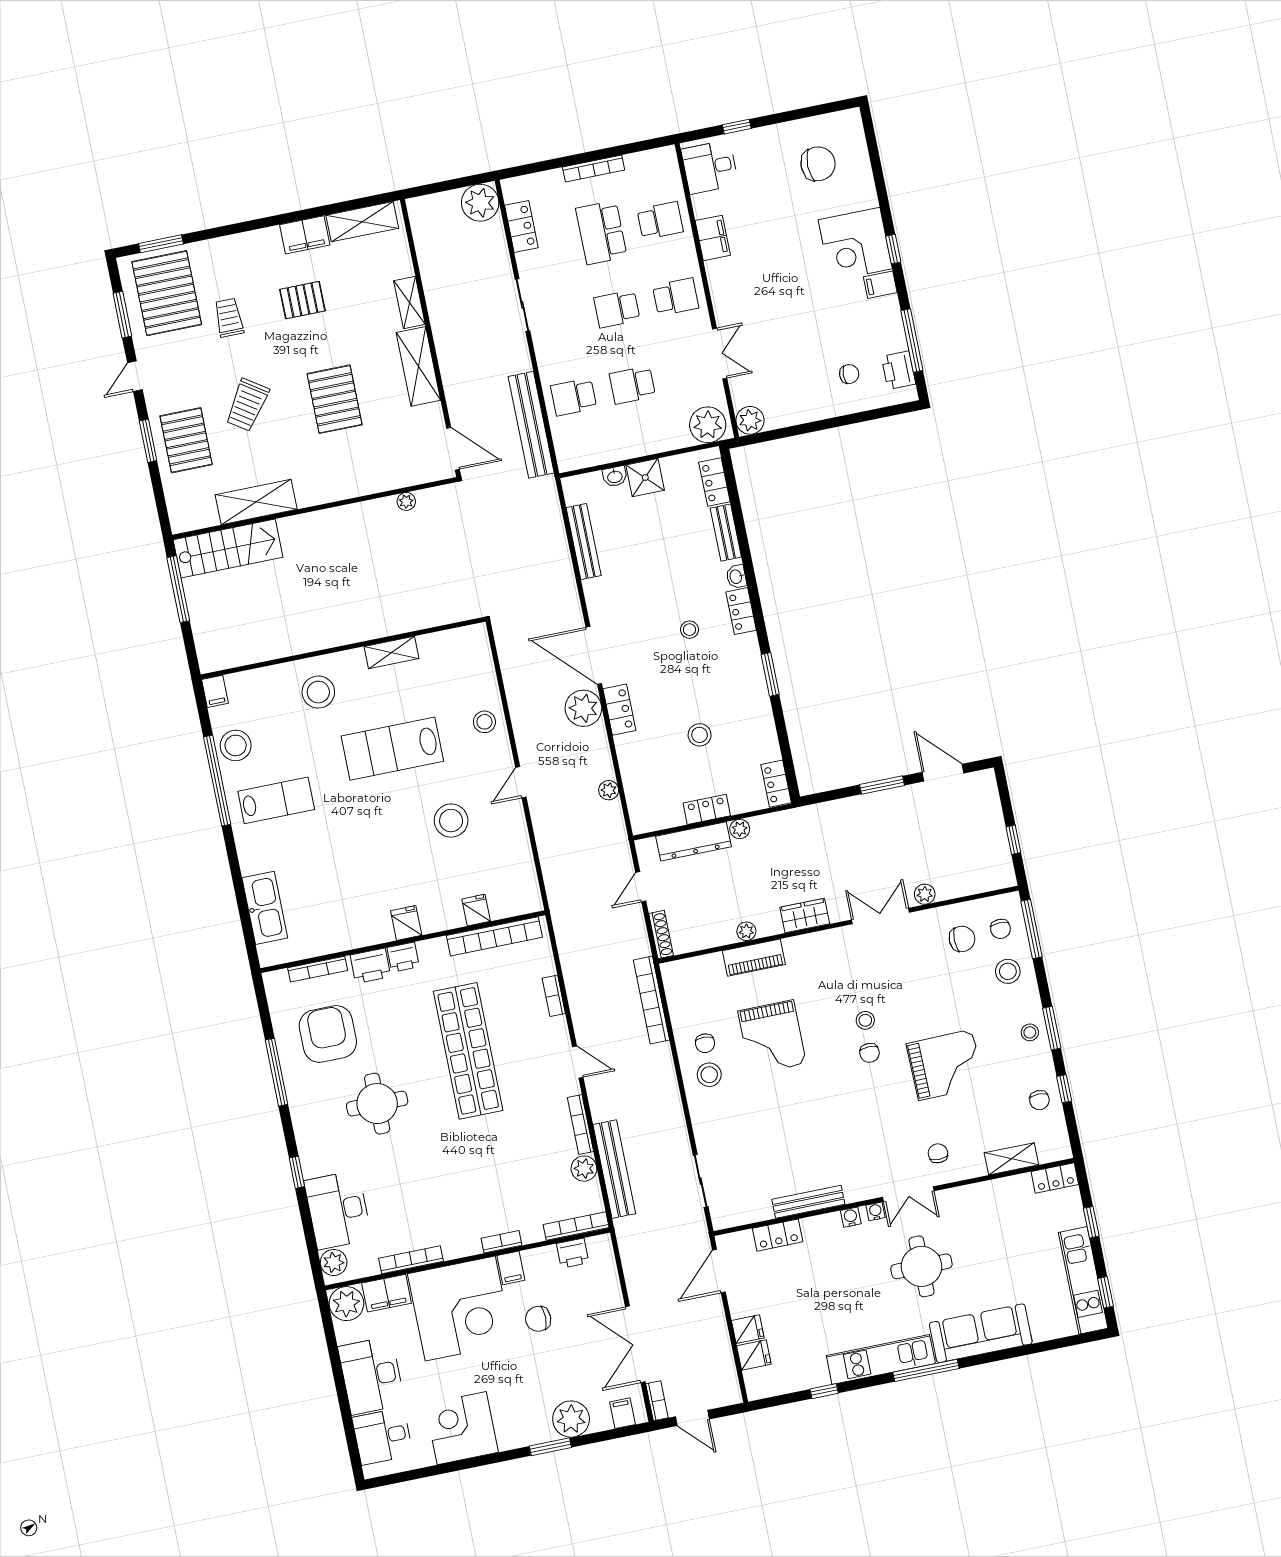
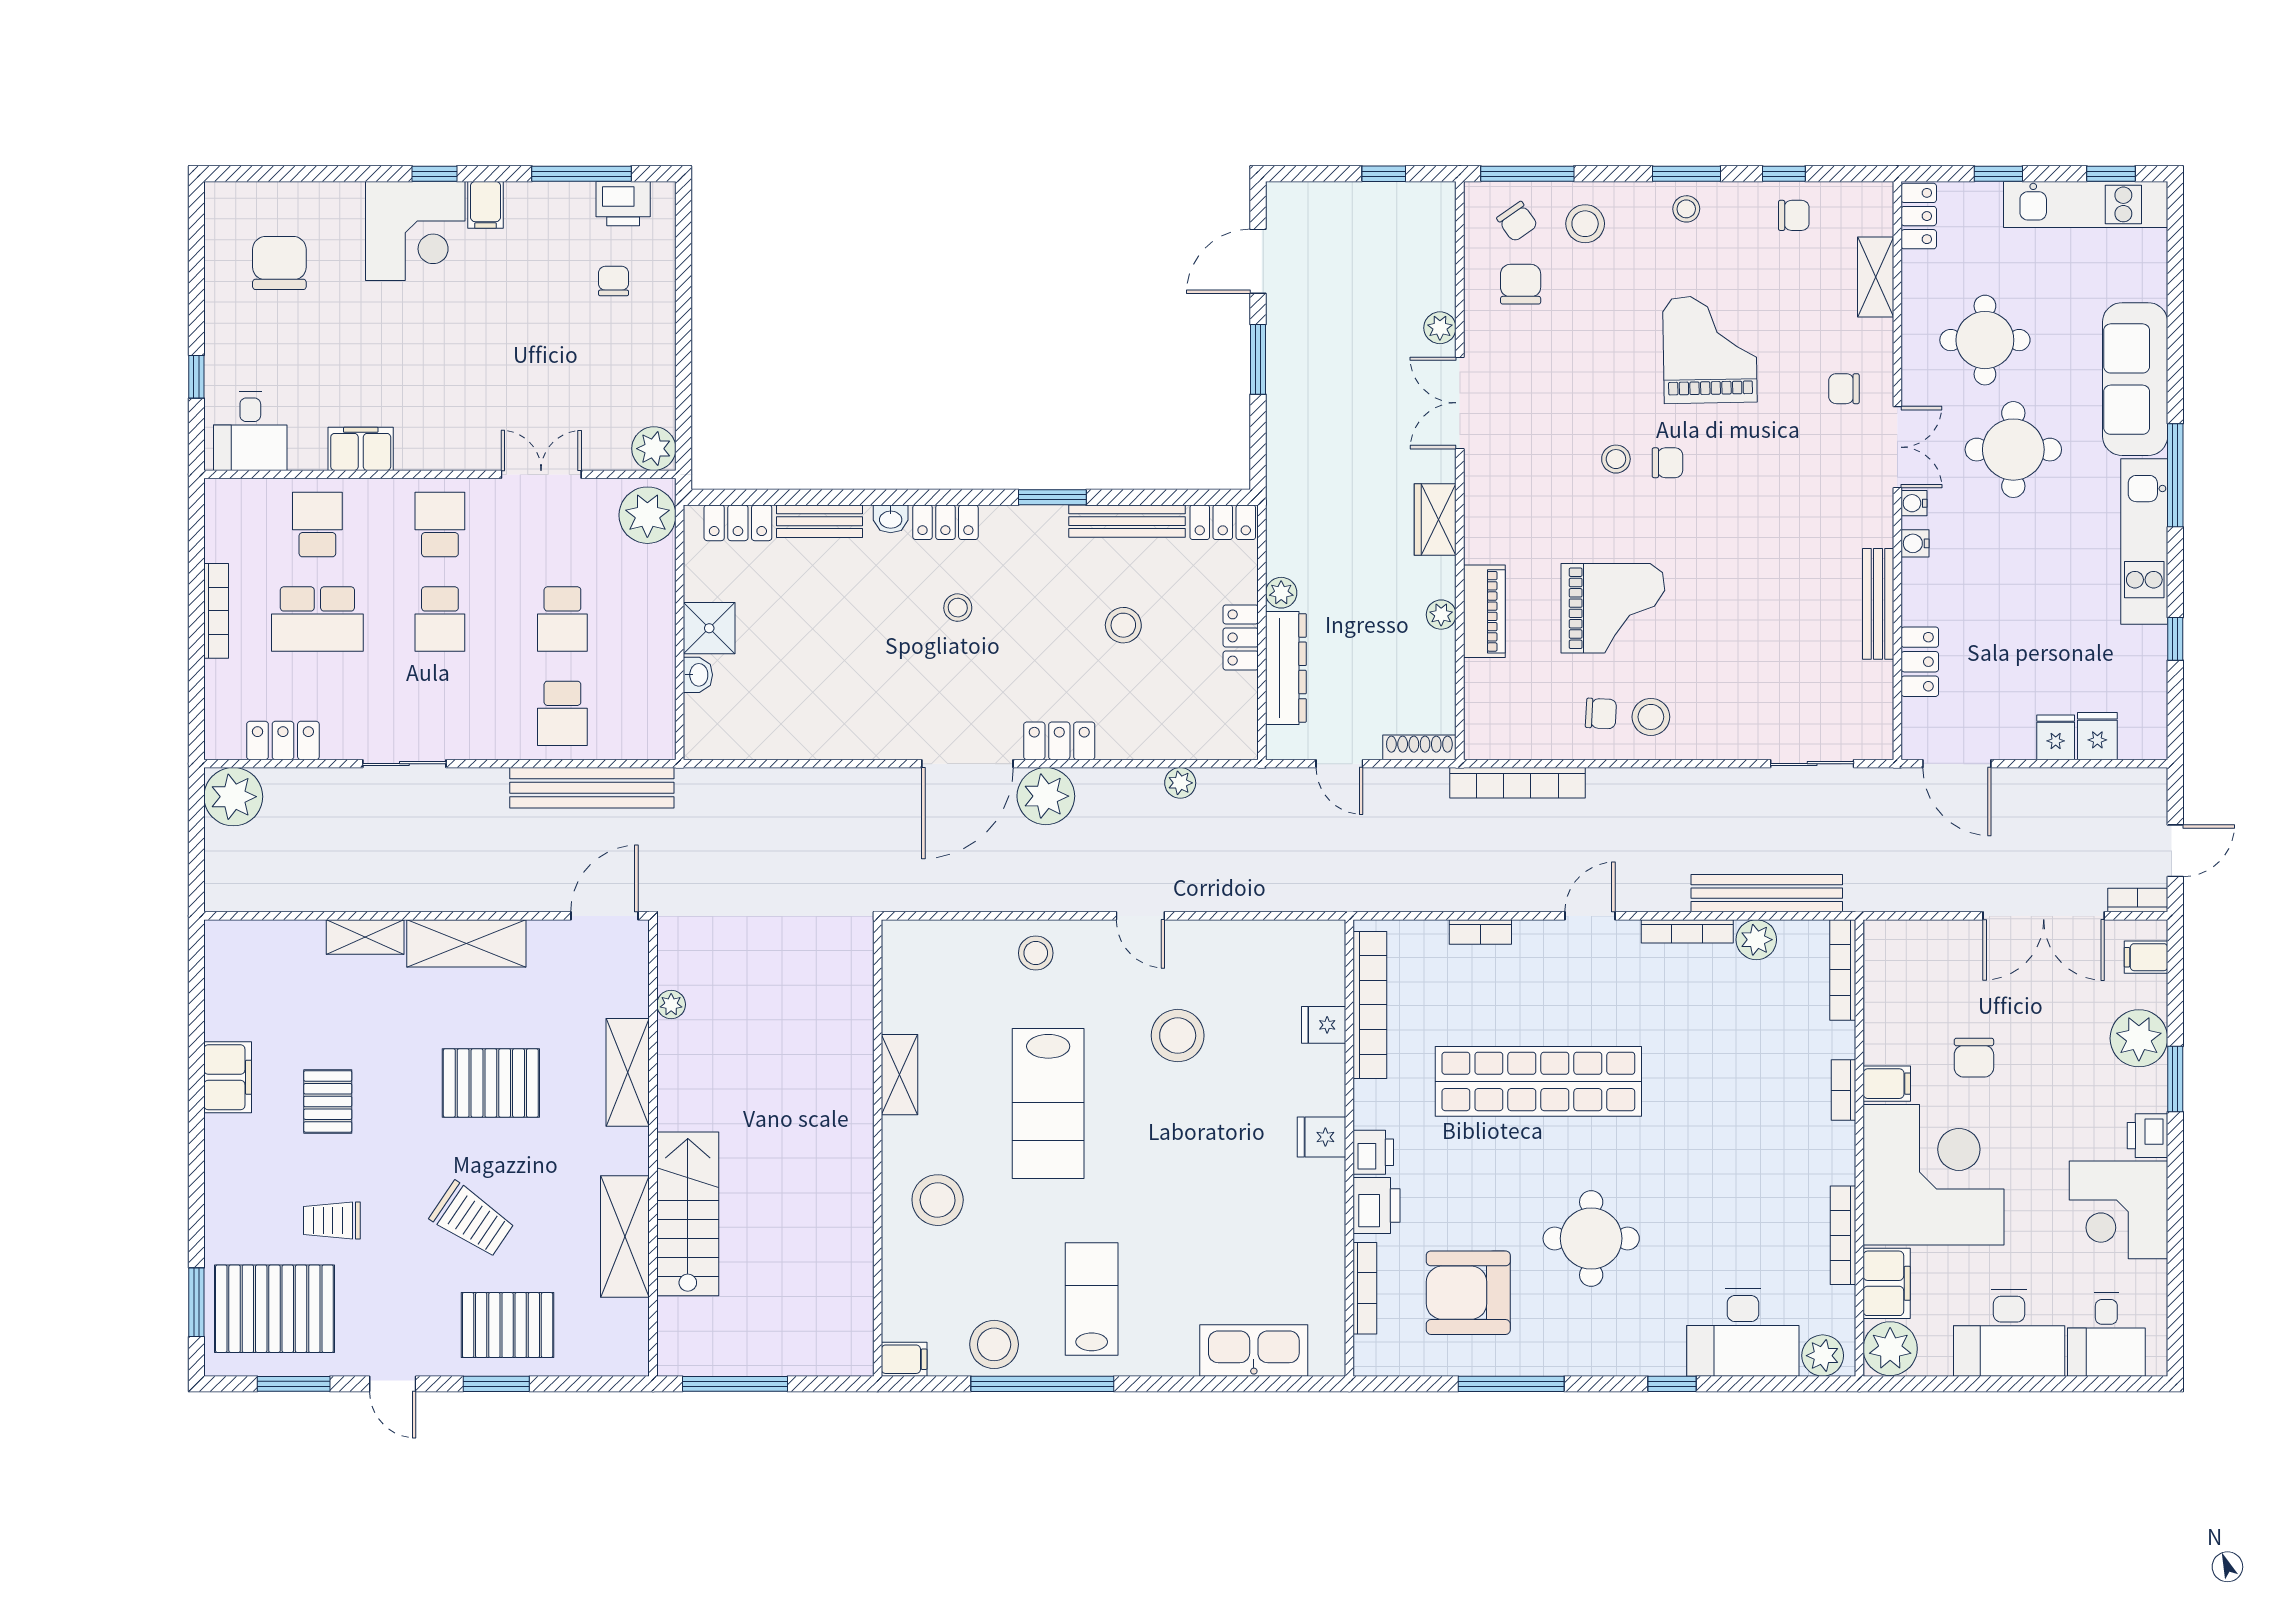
shelving: (362, 222) -> (628, 1072), moved
bench: (584, 542) -> (1127, 521), moved
stairs: (228, 549) -> (688, 1214), moved
chair: (1001, 929) -> (1517, 222), turned 55
round table: (986, 1235) -> (1985, 340), added
printer: (573, 1253) -> (2148, 1136), moved, turned 180

